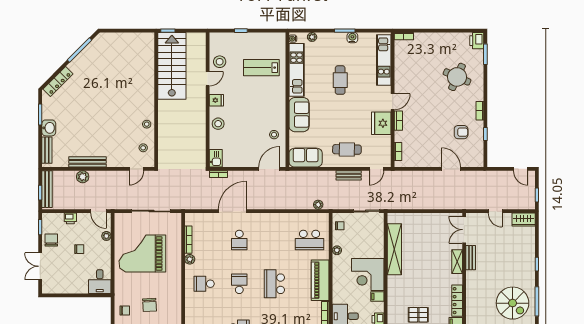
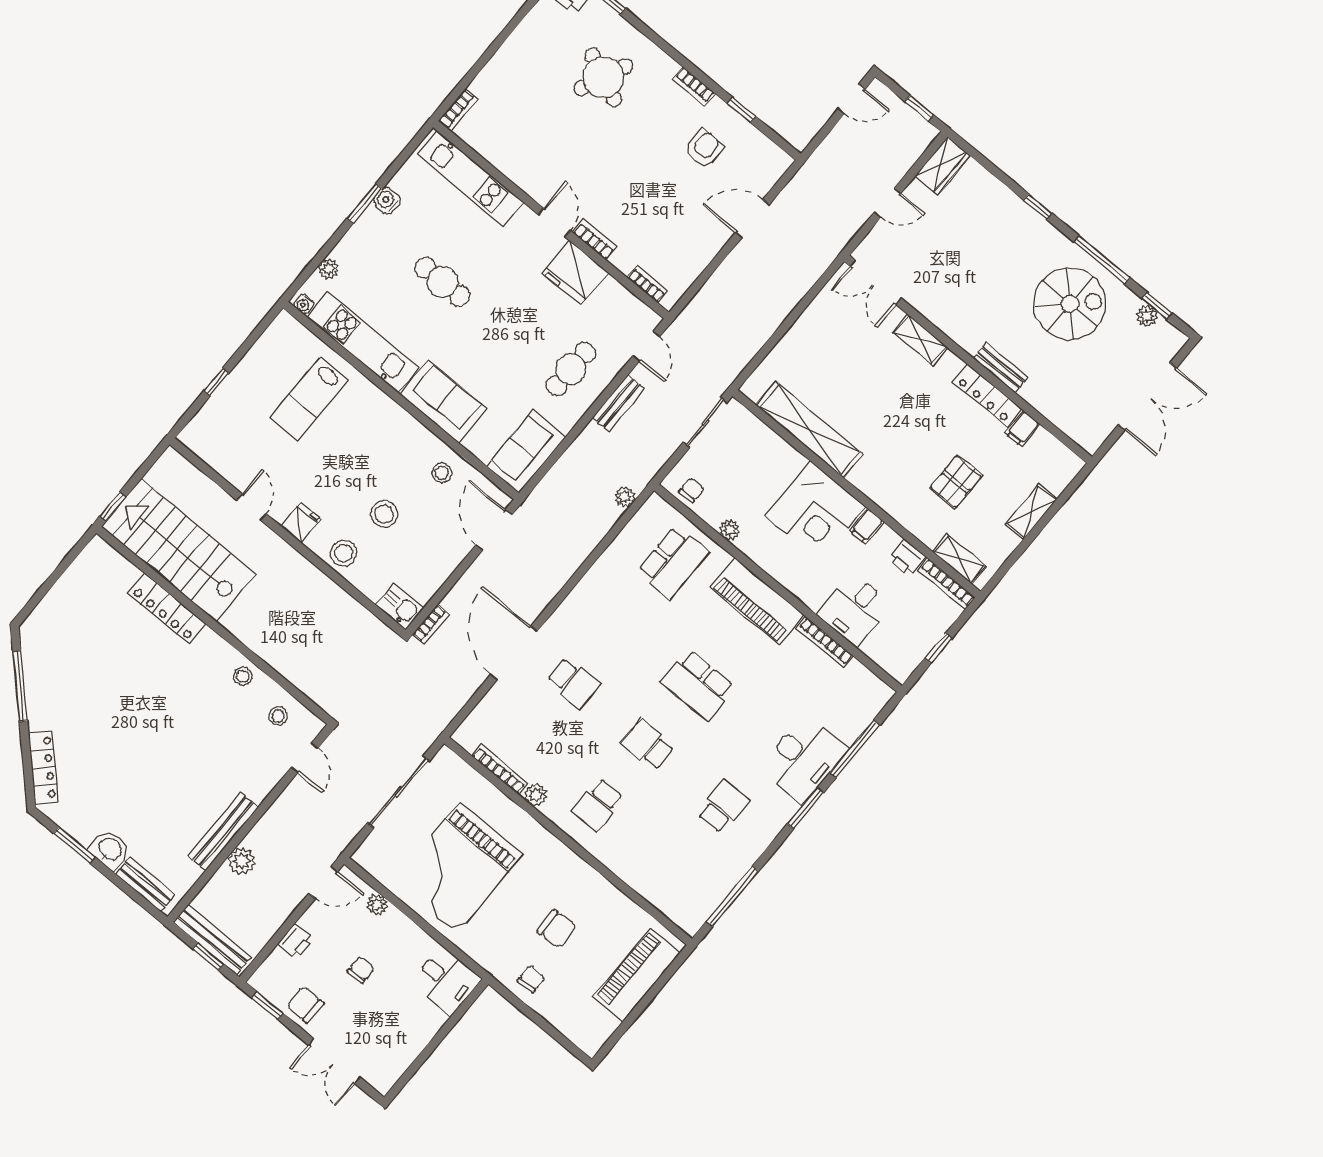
stool: (220, 62) -> (384, 514), moved
locker: (148, 79) -> (167, 609), added
bench: (471, 258) -> (1001, 368), moved

